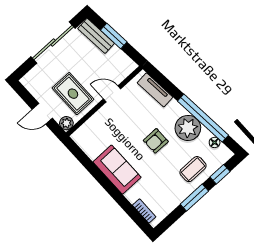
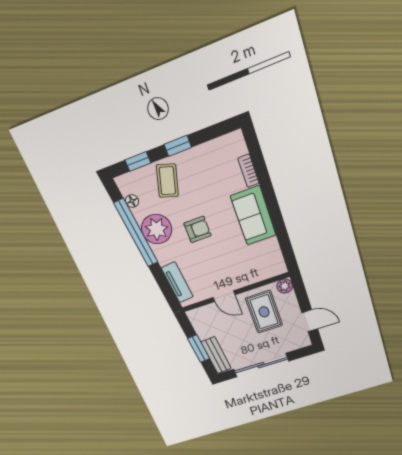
door: (42, 114) -> (310, 321), moved
coffee table: (193, 169) -> (167, 181), turned -73
window: (194, 198) -> (178, 146), width x0.67
bookcase: (144, 211) -> (248, 171), moved

